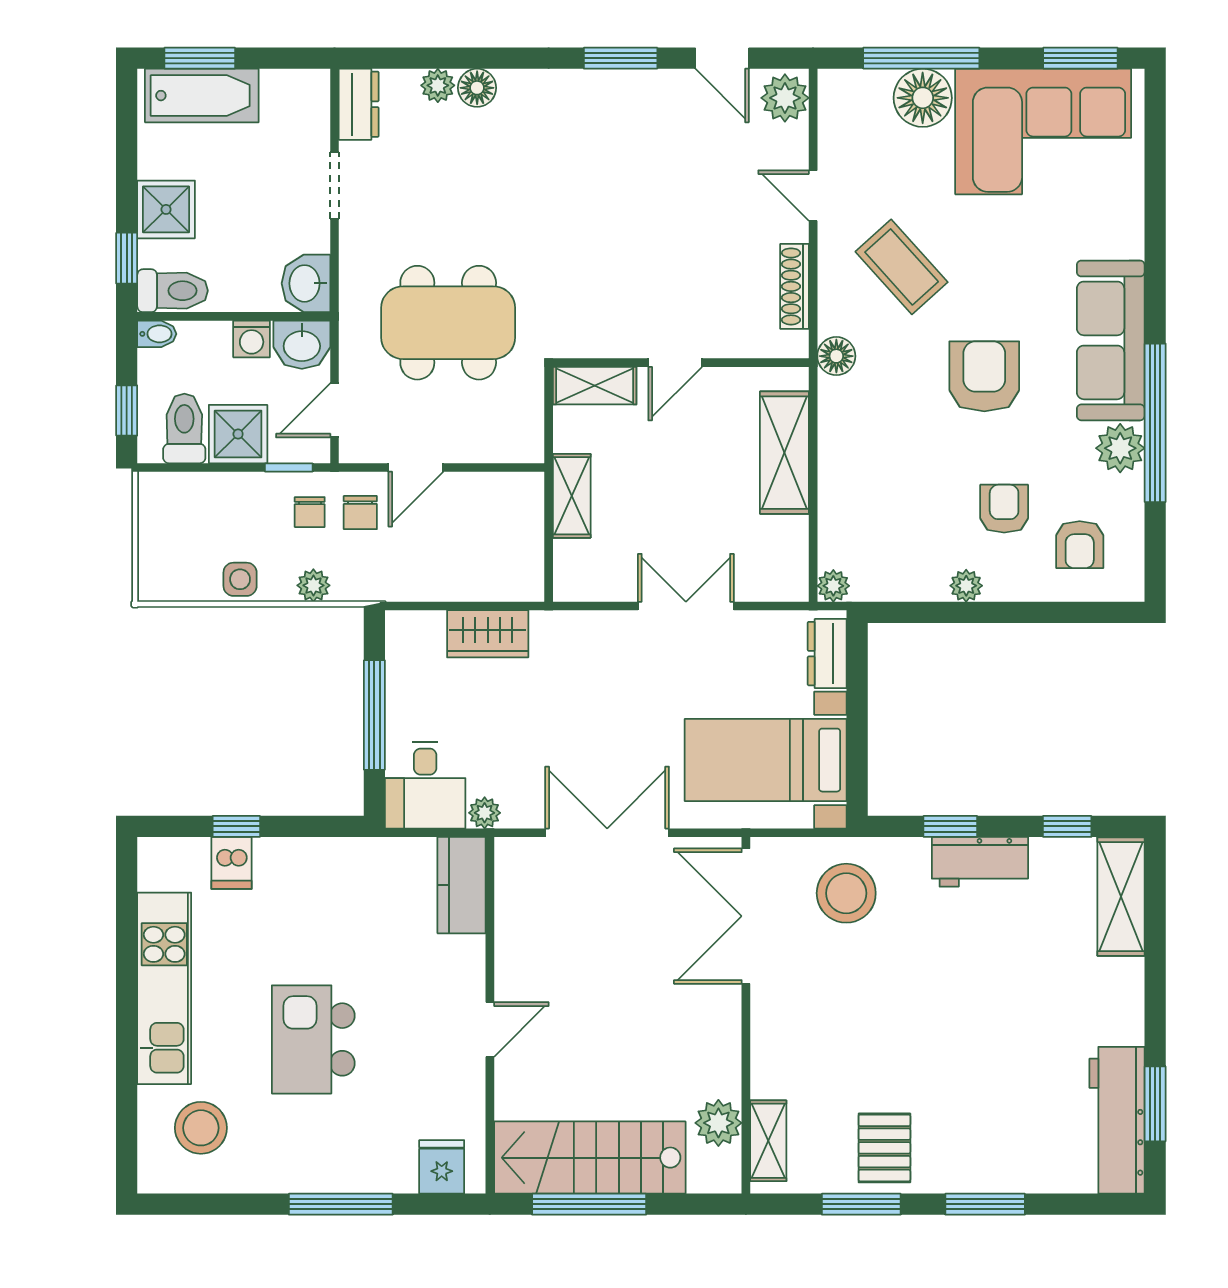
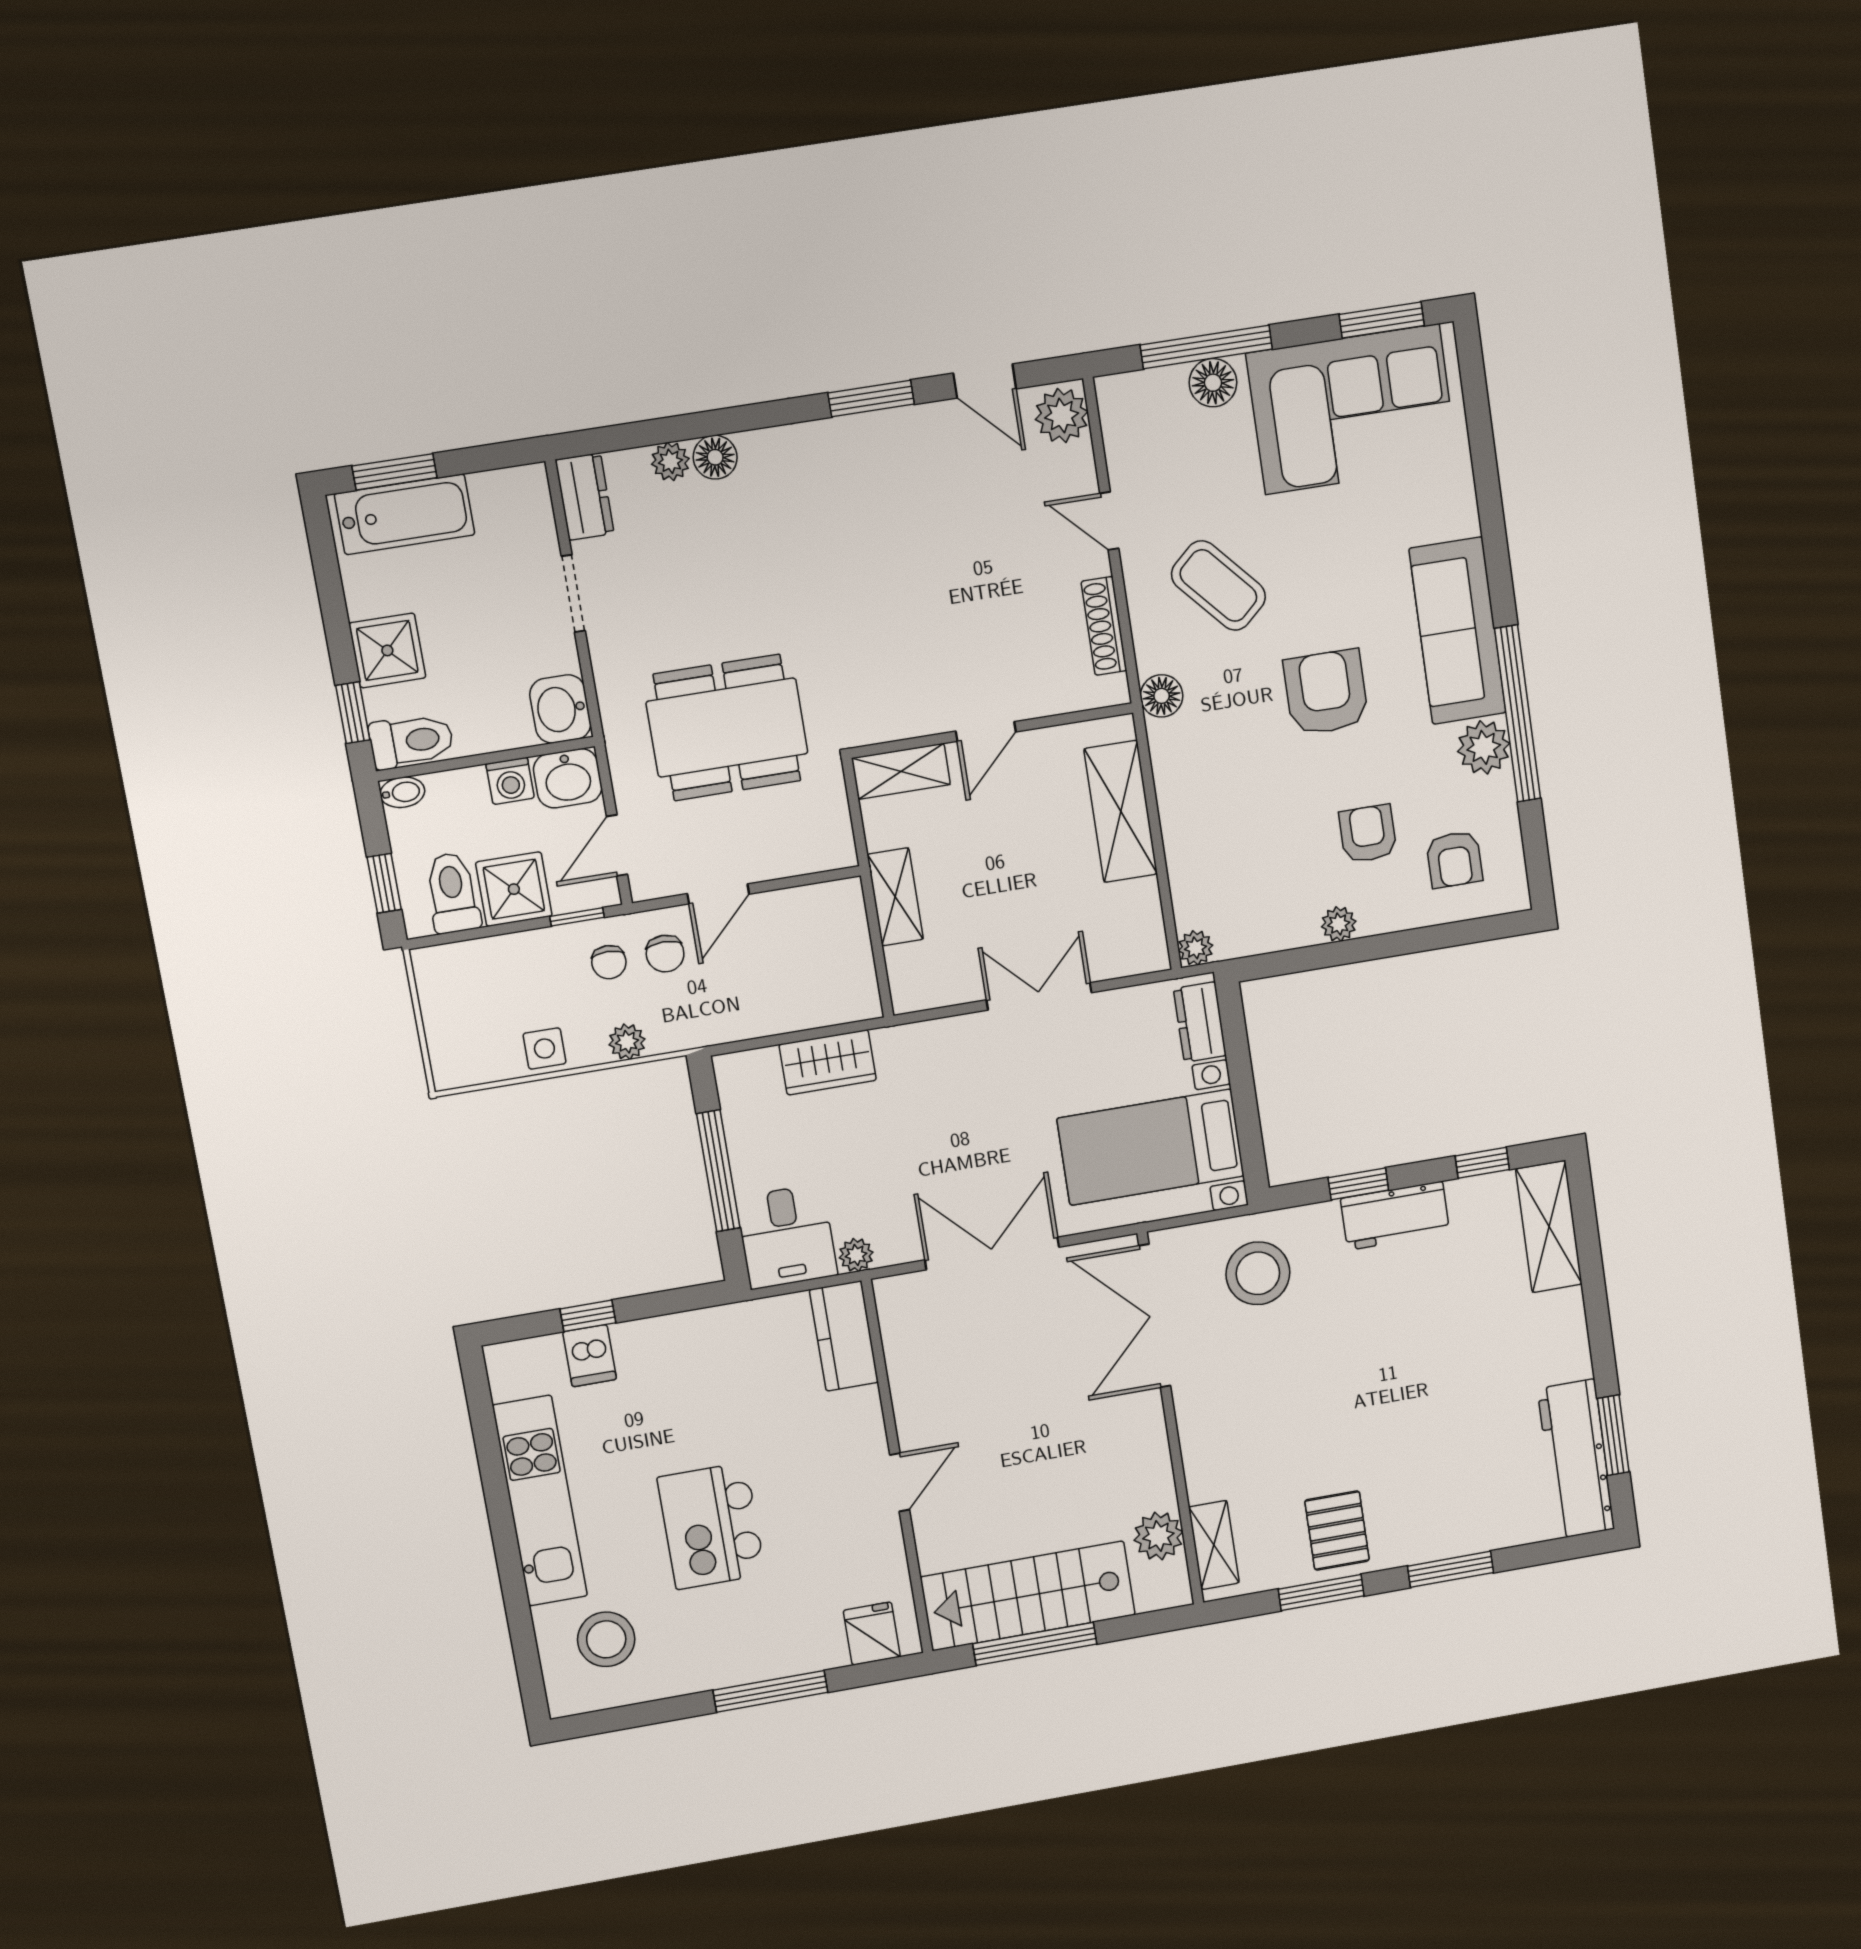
floor lamp: (923, 98) -> (1213, 383), width x0.73, depth x0.73

